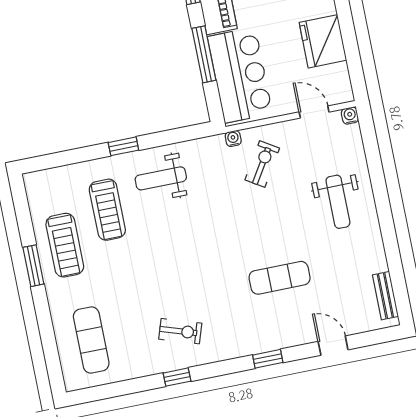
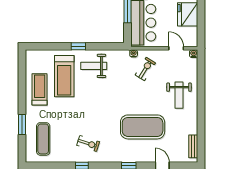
treadmill: (107, 210) -> (64, 76), width x1.37, depth x1.38
treadmill: (65, 245) -> (40, 89), turned 180
window: (33, 266) -> (22, 125), moved
exercise mat: (280, 278) -> (143, 127), width x2.00, depth x1.45

